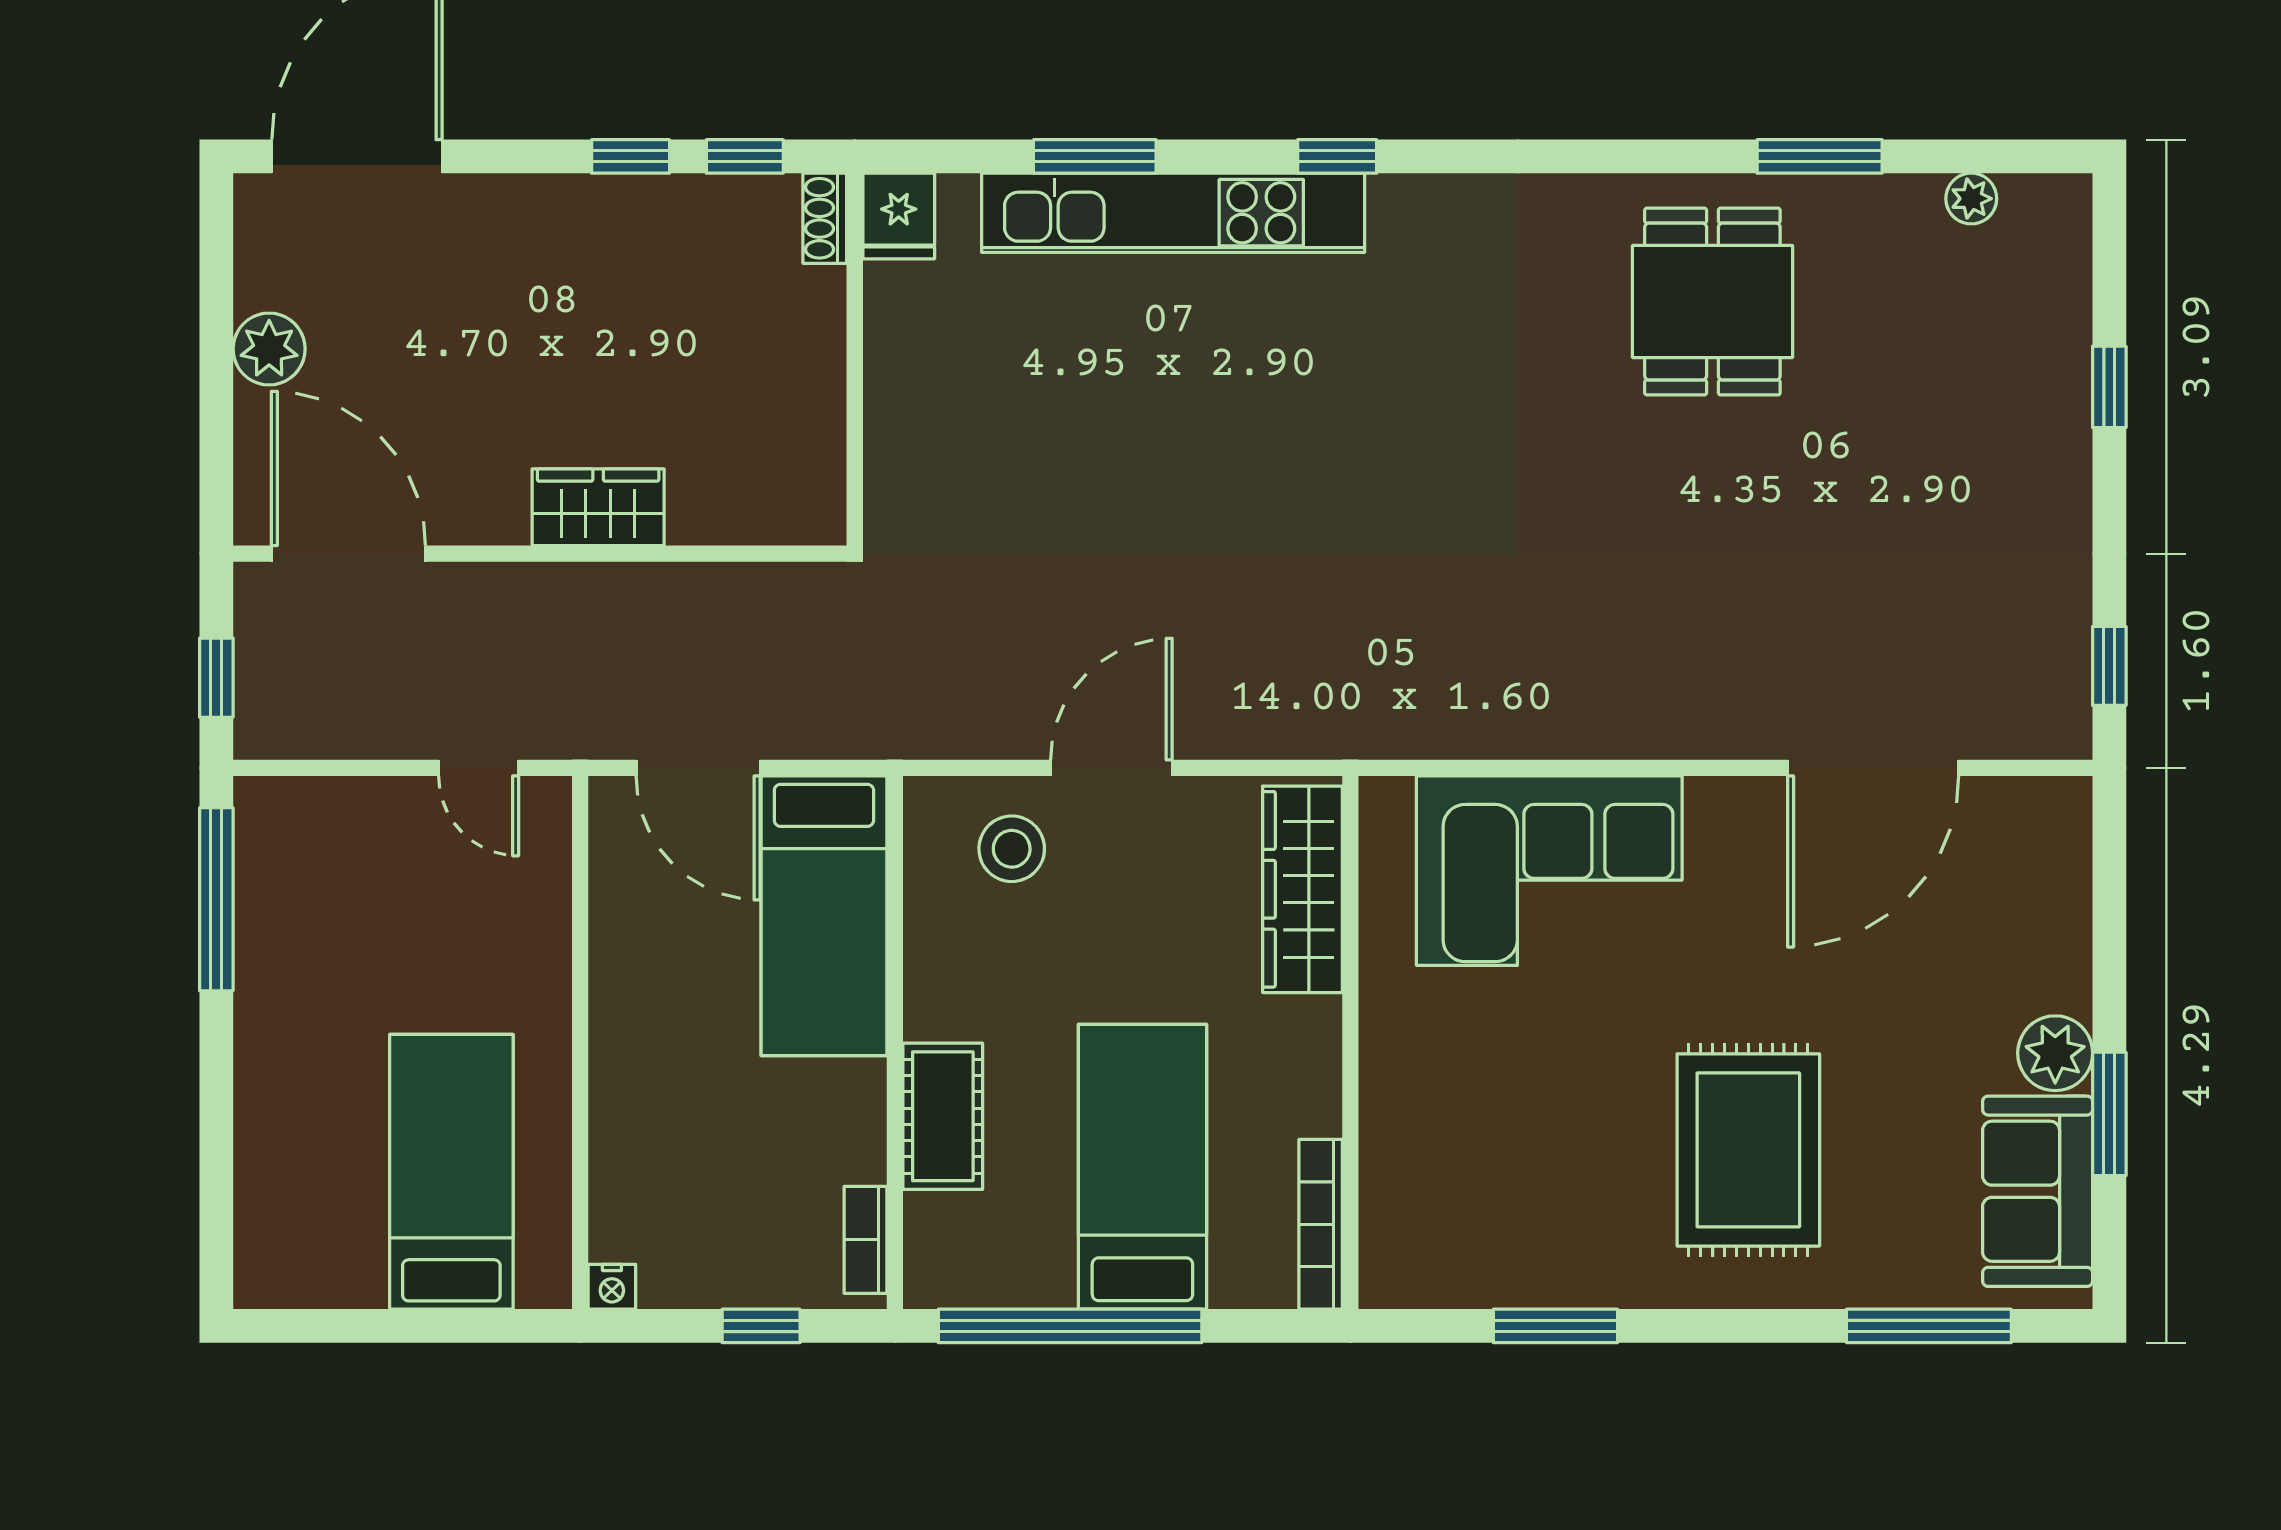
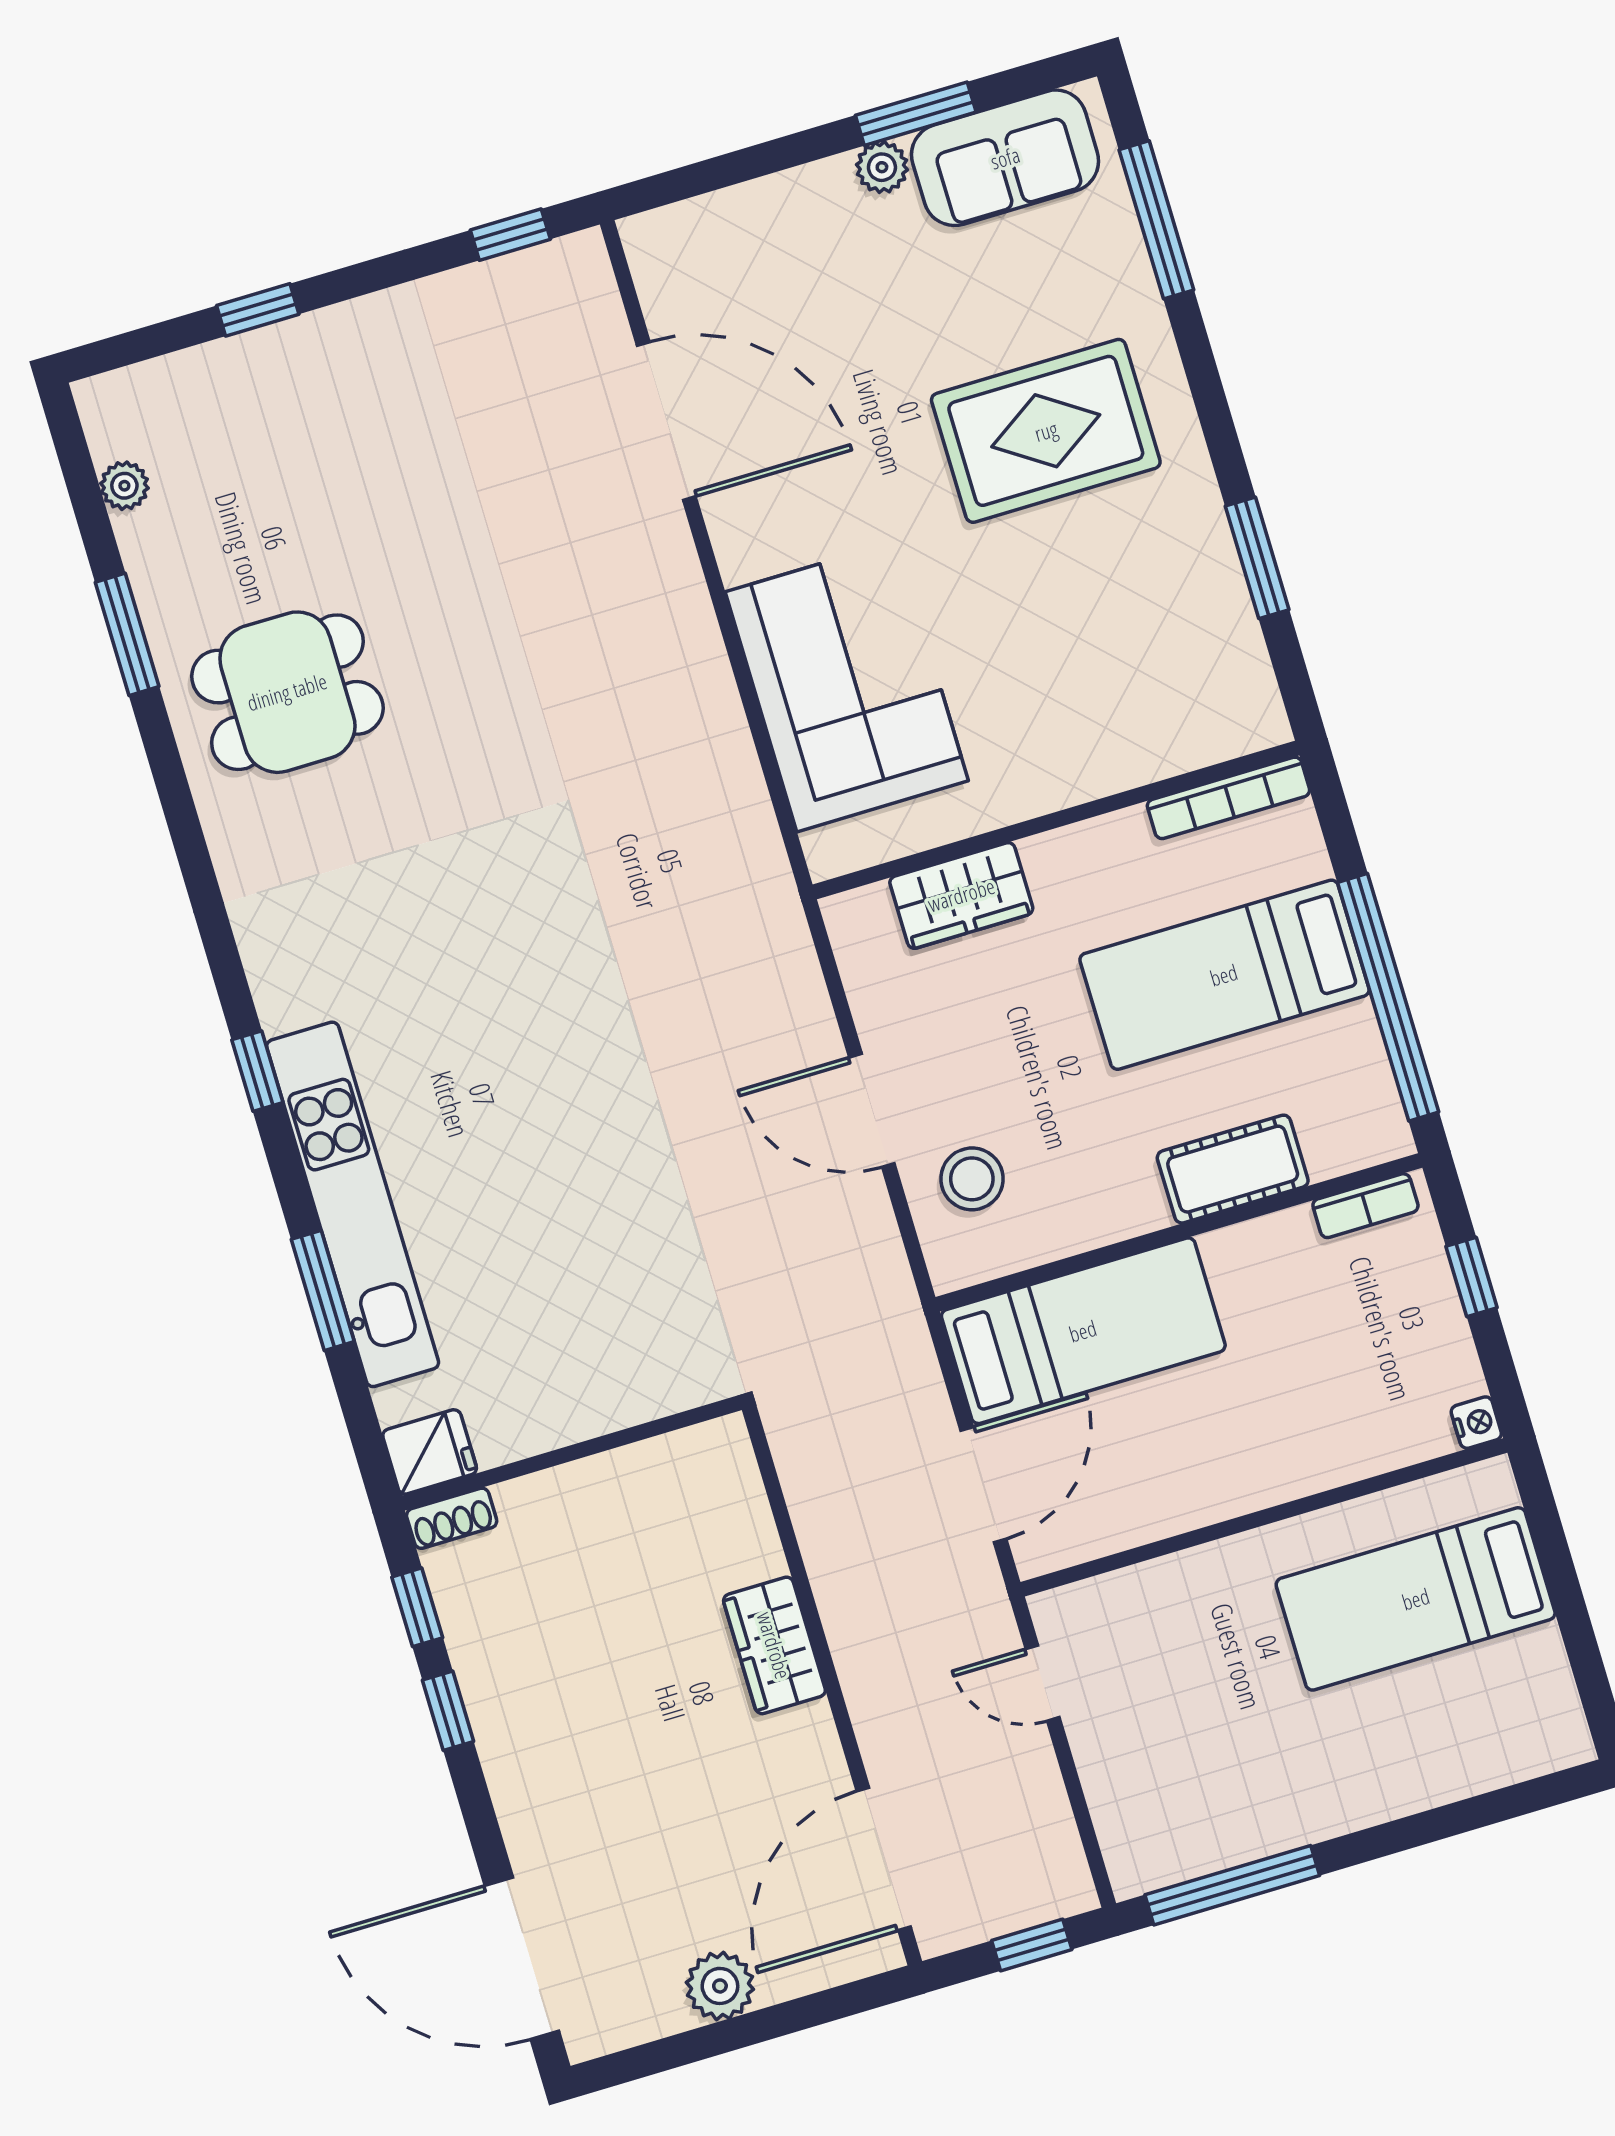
door: (479, 768) -> (1043, 1683), swing flipped
wardrobe: (1302, 889) -> (961, 895), width x0.67
plant: (2055, 1053) -> (882, 167), width x0.73, depth x0.73

